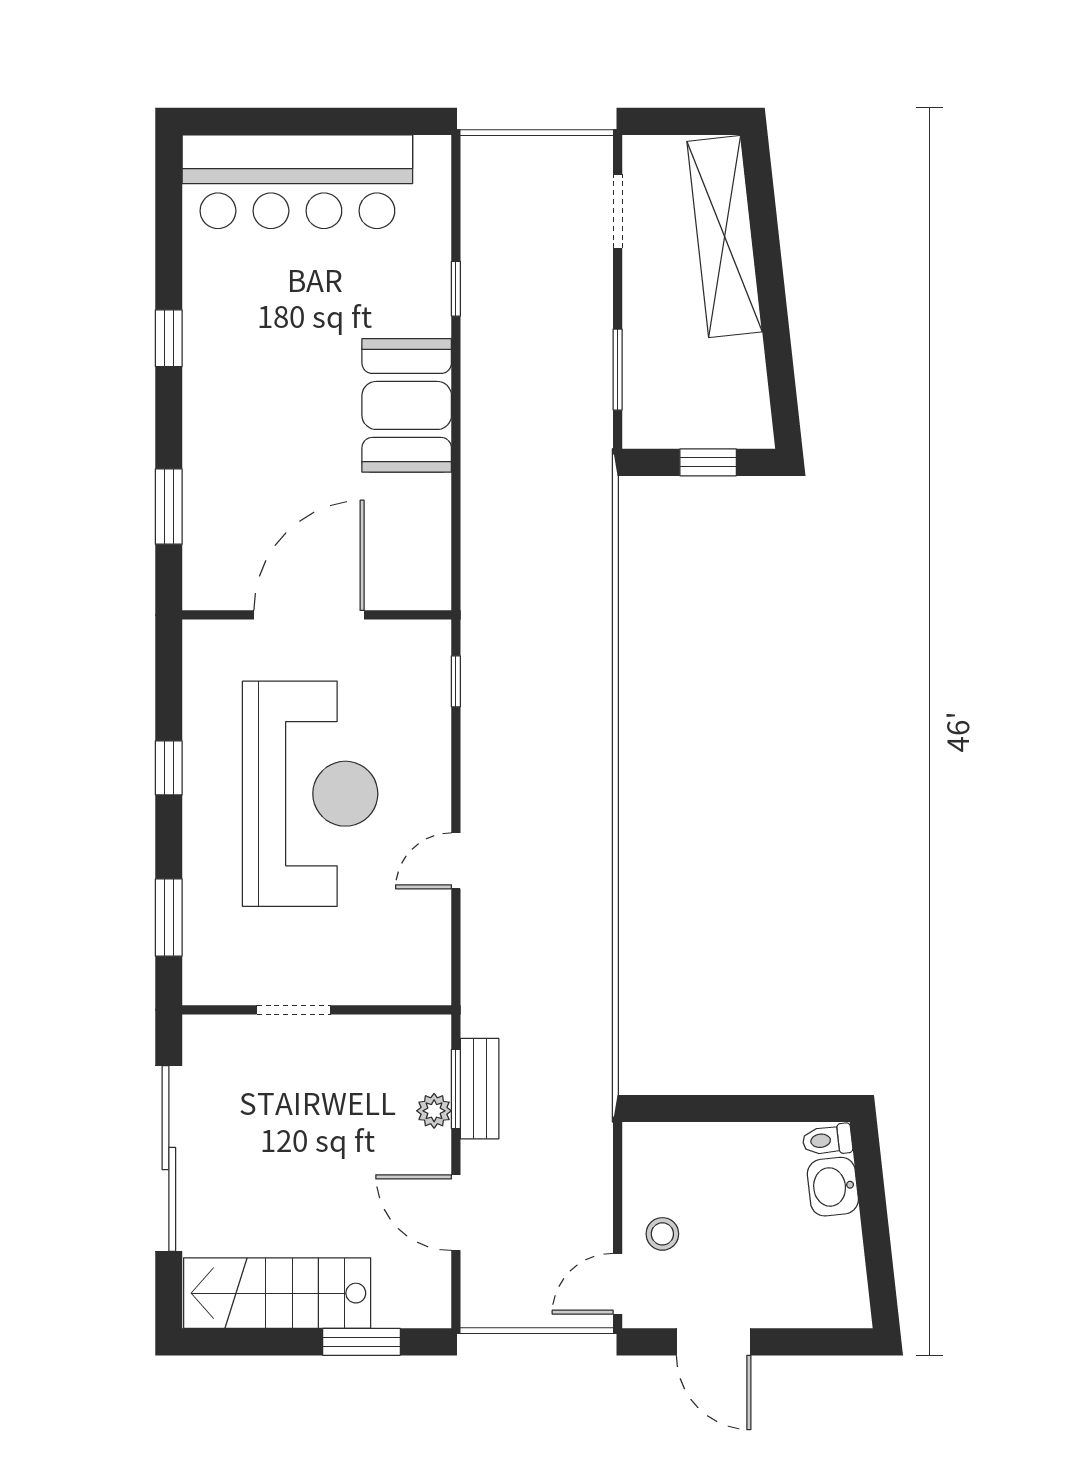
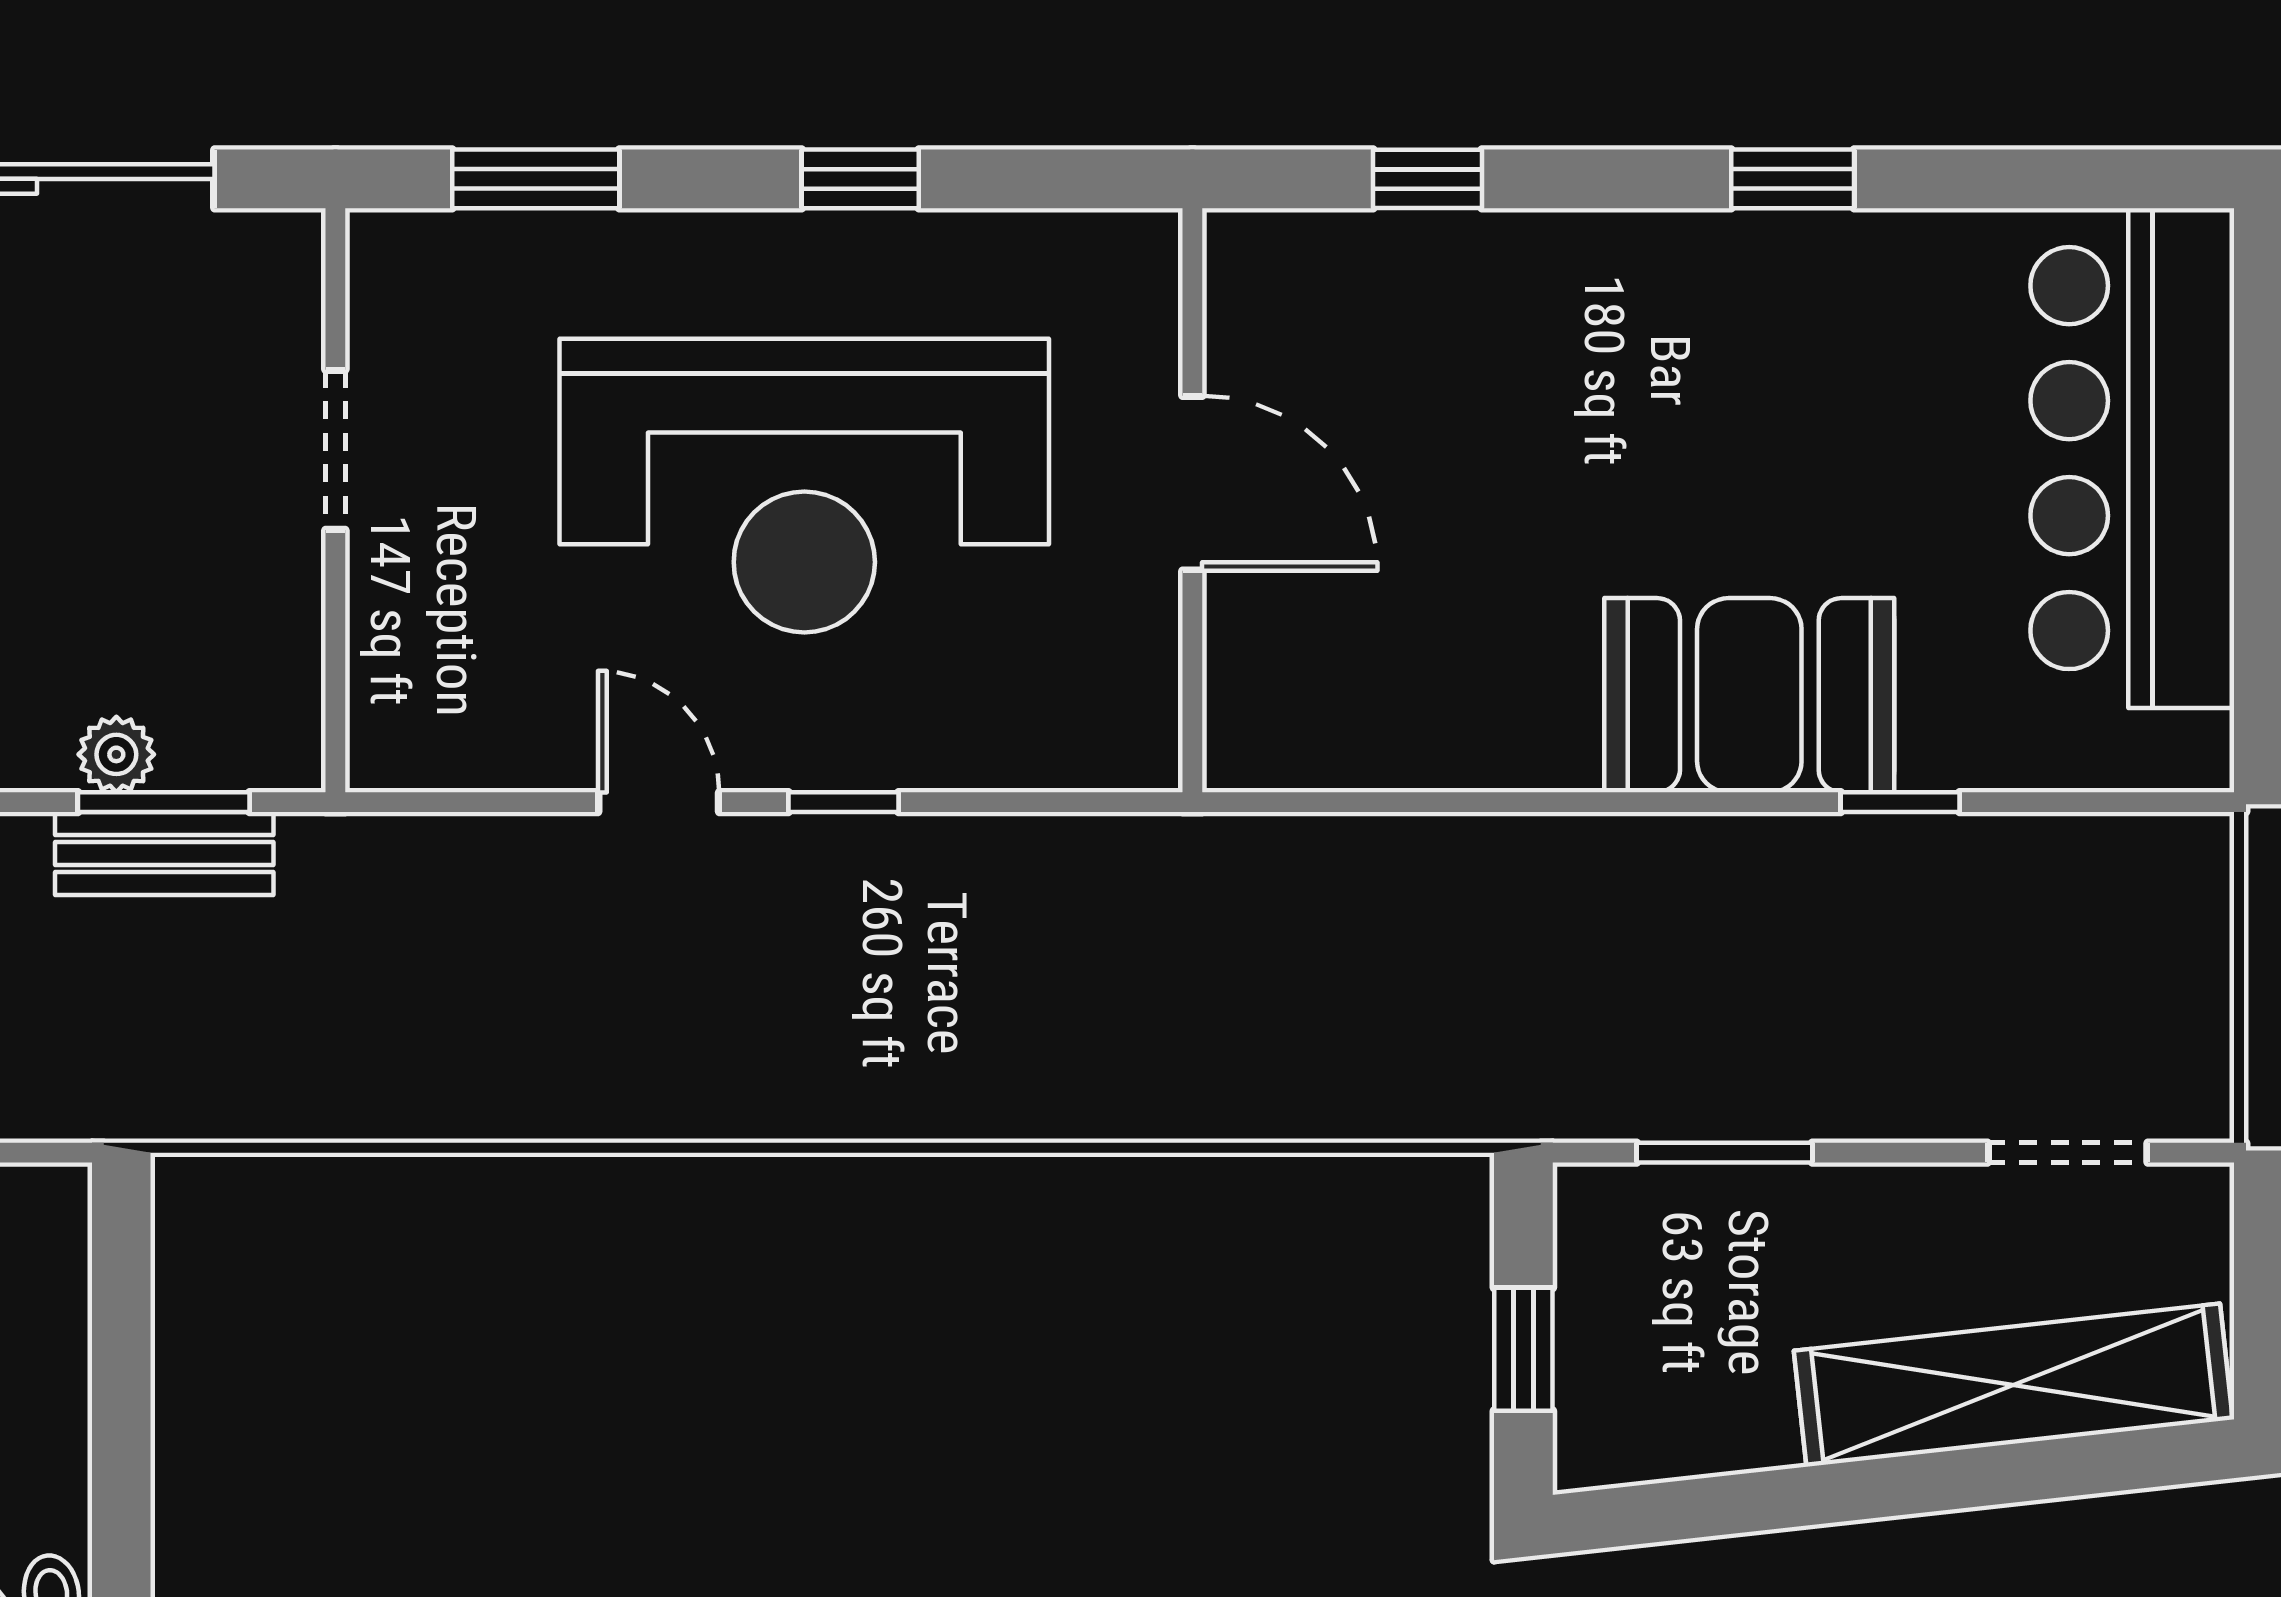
booth: (407, 405) -> (1749, 695), moved
window: (169, 507) -> (1427, 179), width x0.67
door: (309, 615) -> (1192, 483), width x0.73
window: (456, 681) -> (844, 802), moved

